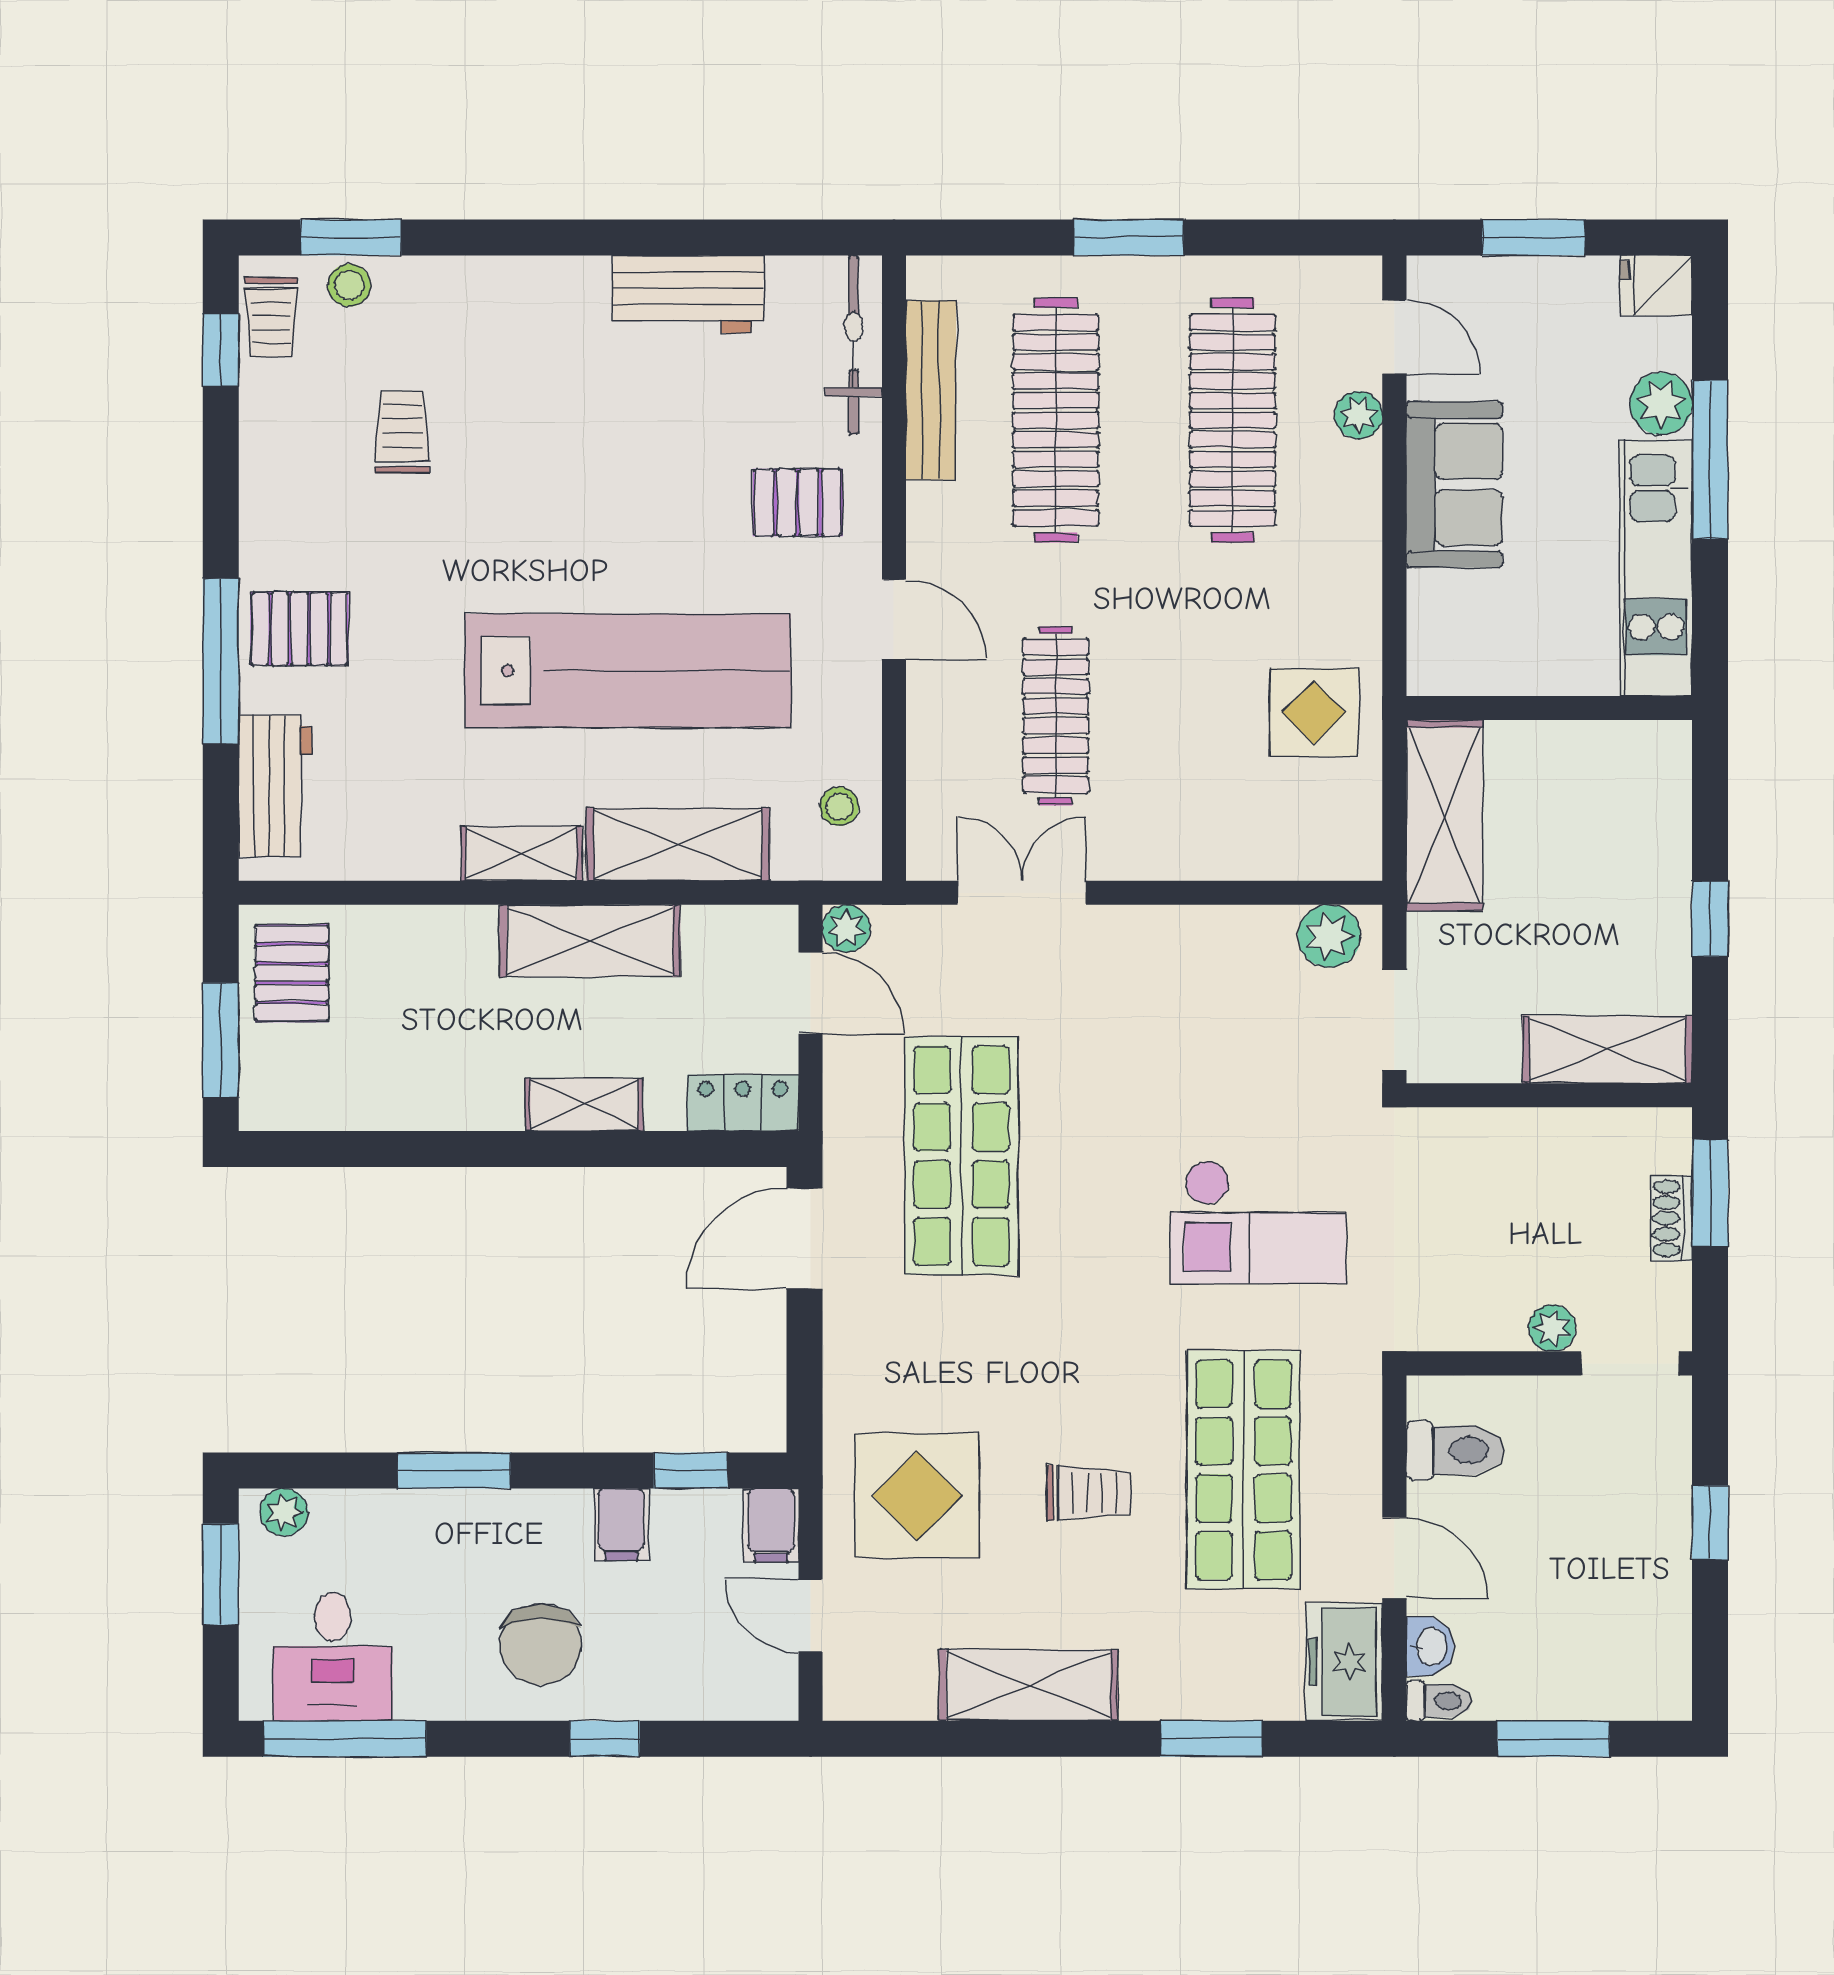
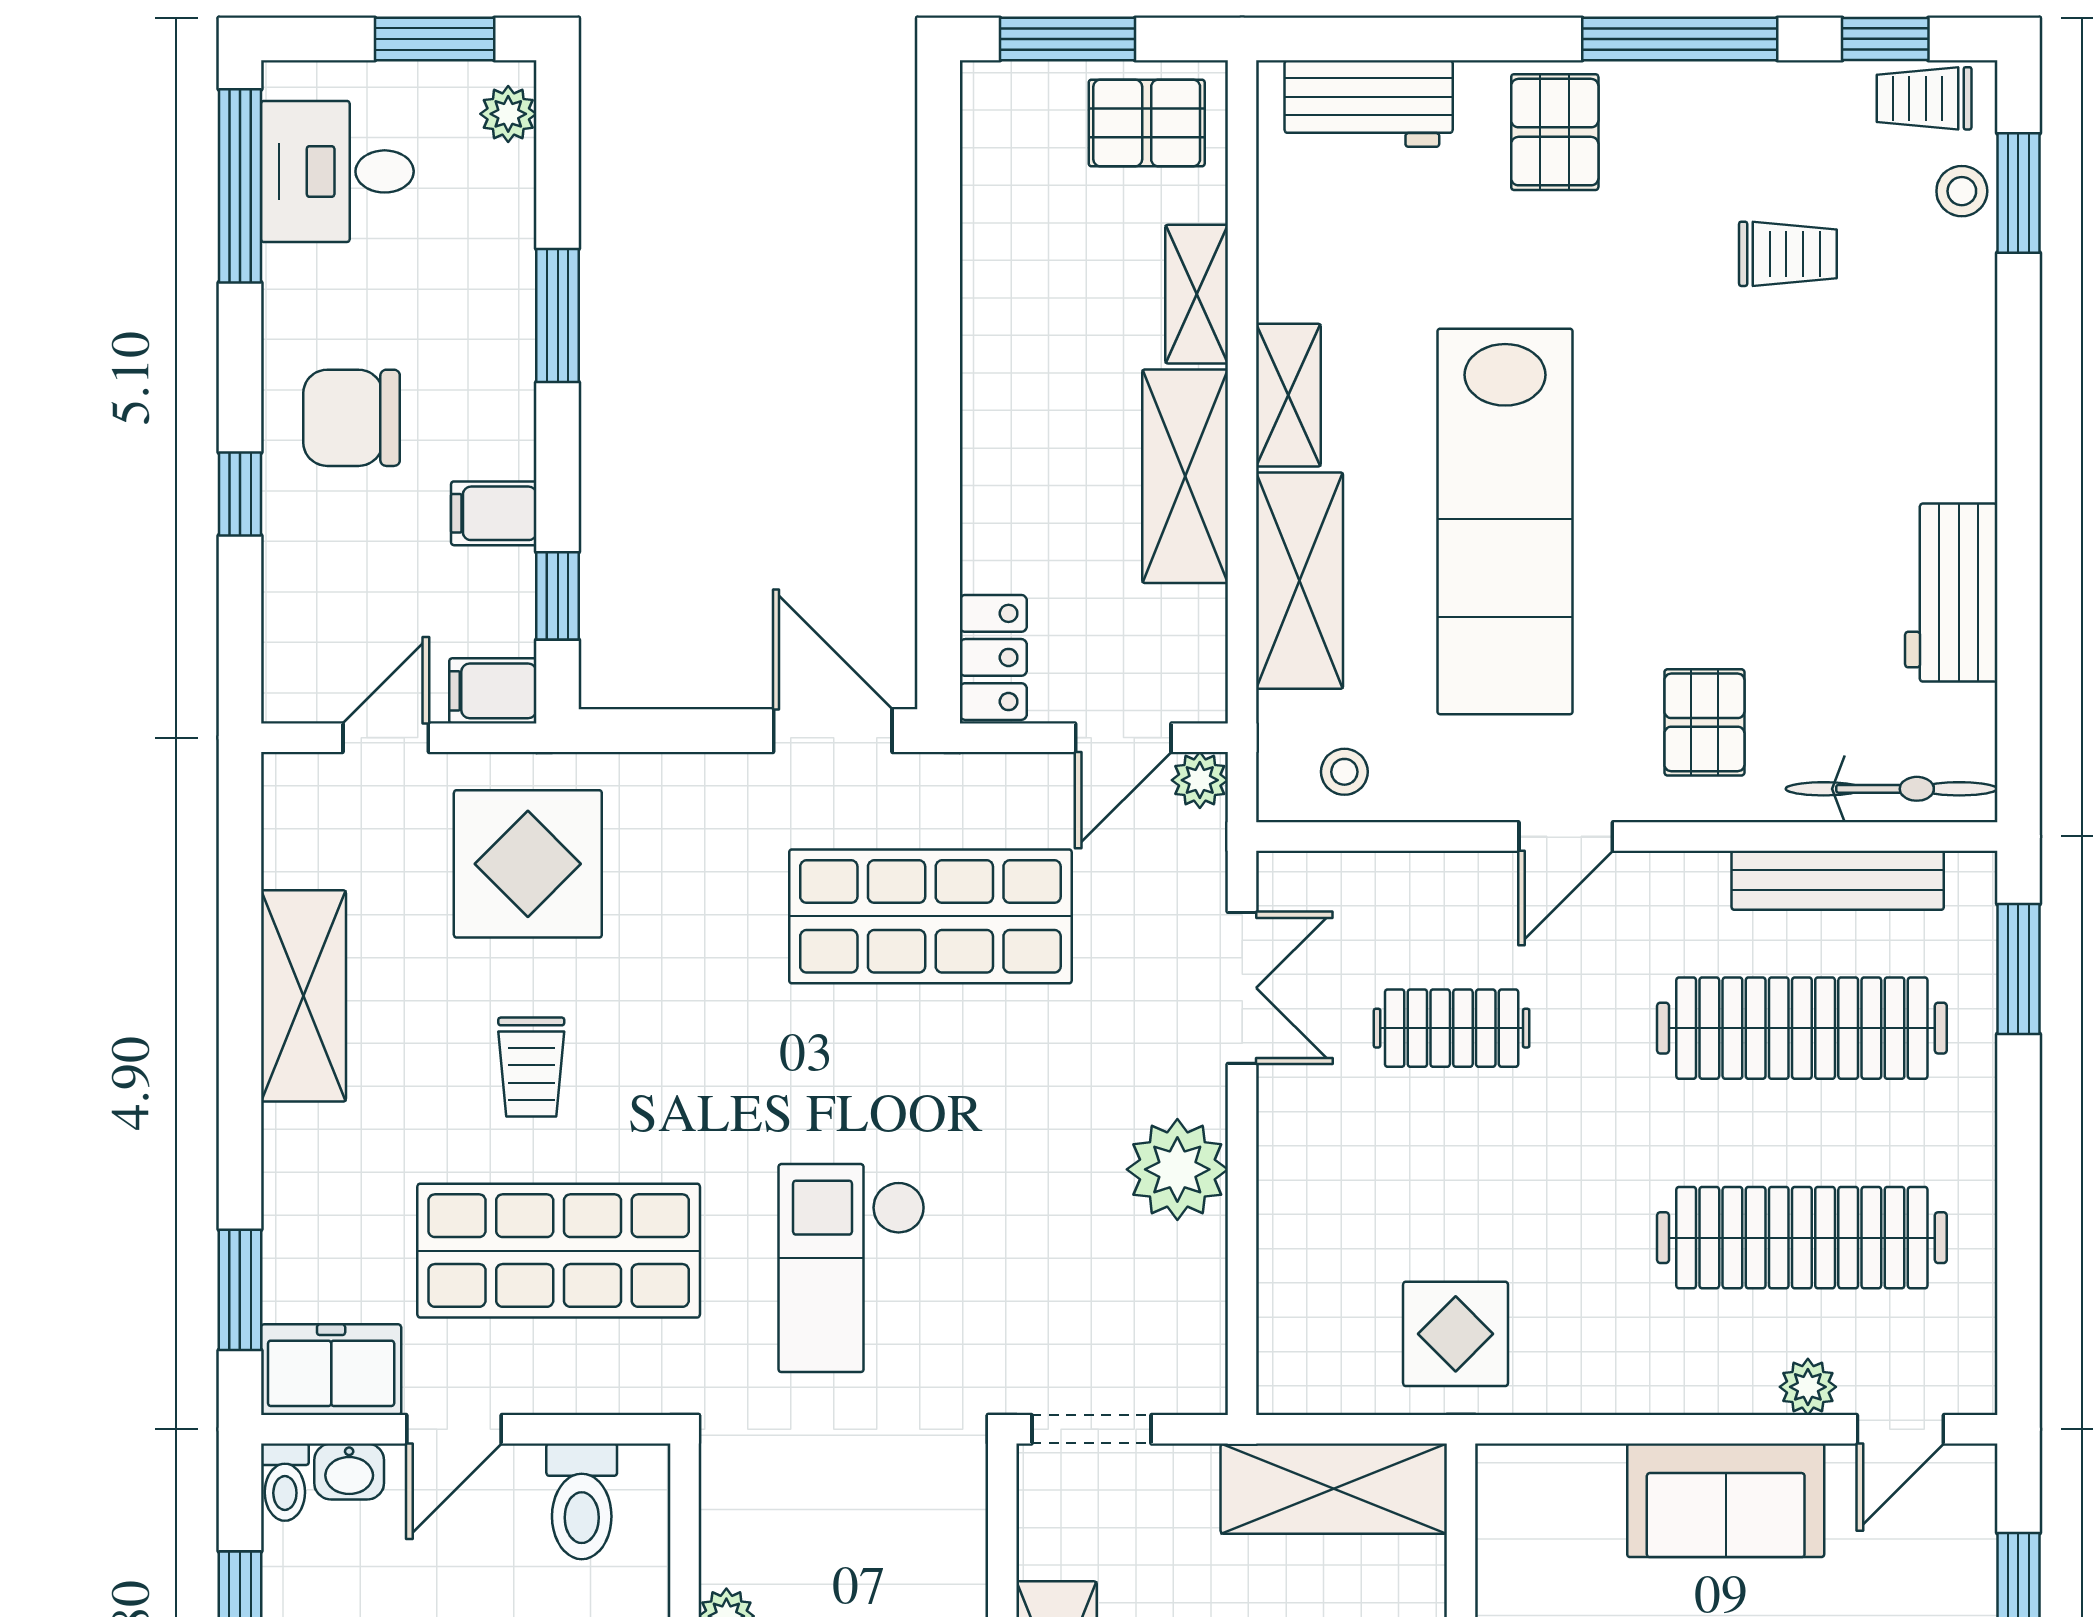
window: (1129, 237) -> (2018, 969), moved
window: (221, 661) -> (1680, 39), moved
clothes rail: (1056, 716) -> (1452, 1028), width x0.73
plant: (1329, 936) -> (1177, 1169), moved, width x1.36, depth x1.36
shelving: (584, 1105) -> (1197, 294), moved
window: (1211, 1739) -> (240, 1290), moved

